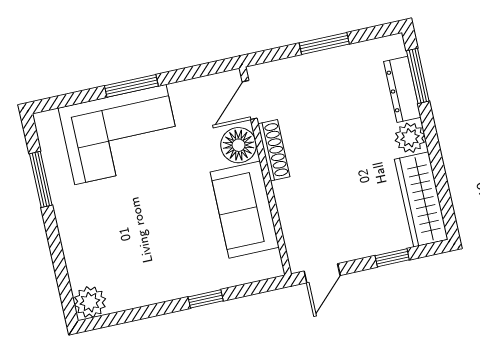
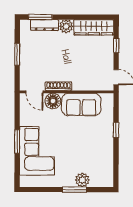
window: (41, 179) -> (74, 190), moved
plant: (90, 302) -> (82, 180), moved

